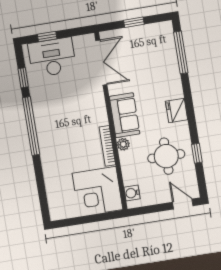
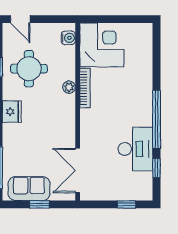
desk: (52, 57) -> (136, 149), moved, turned -90
sofa: (125, 115) -> (29, 189), moved, turned 90

